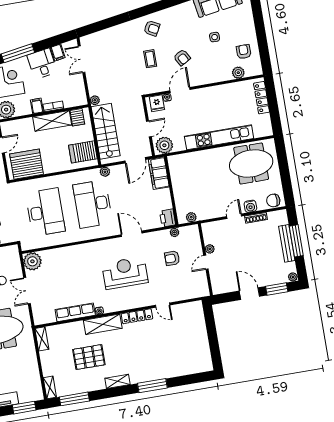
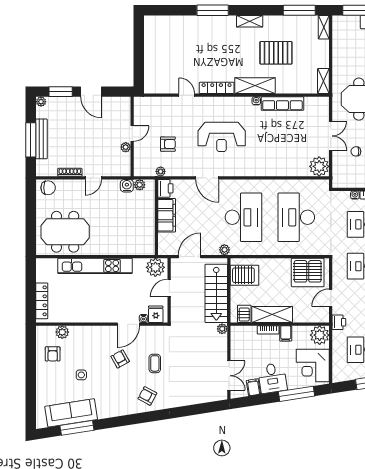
filing cabinet: (159, 173) -> (167, 215), moved
water cooler: (250, 206) -> (127, 186), moved

